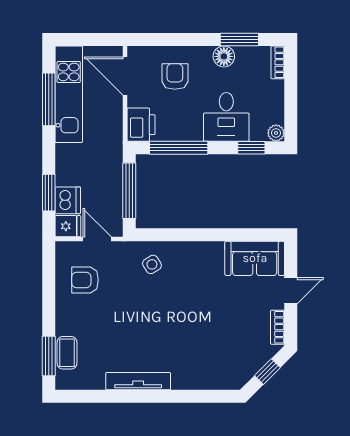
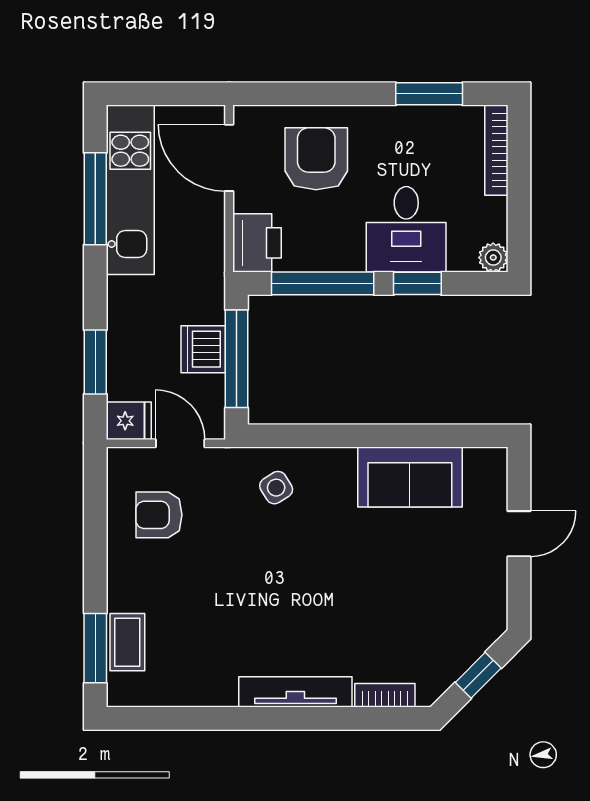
floor lamp: (224, 56) -> (402, 124), removed
bookcase: (278, 62) -> (496, 150), width x1.56
armchair: (175, 77) -> (316, 159), width x1.38, depth x1.38
window: (251, 148) -> (417, 283), moved
dishwasher: (68, 200) -> (203, 349), moved, turned 180
sofa: (255, 258) -> (410, 477), moved
bookcase: (278, 327) -> (385, 695), moved, turned 90
tv unit: (138, 381) -> (295, 692), moved

